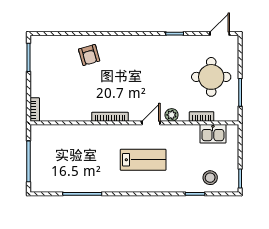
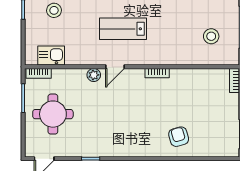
bookcase: (110, 117) -> (157, 73), width x0.64
bookcase: (202, 117) -> (39, 73), moved
stool: (57, 153) -> (211, 36), added

